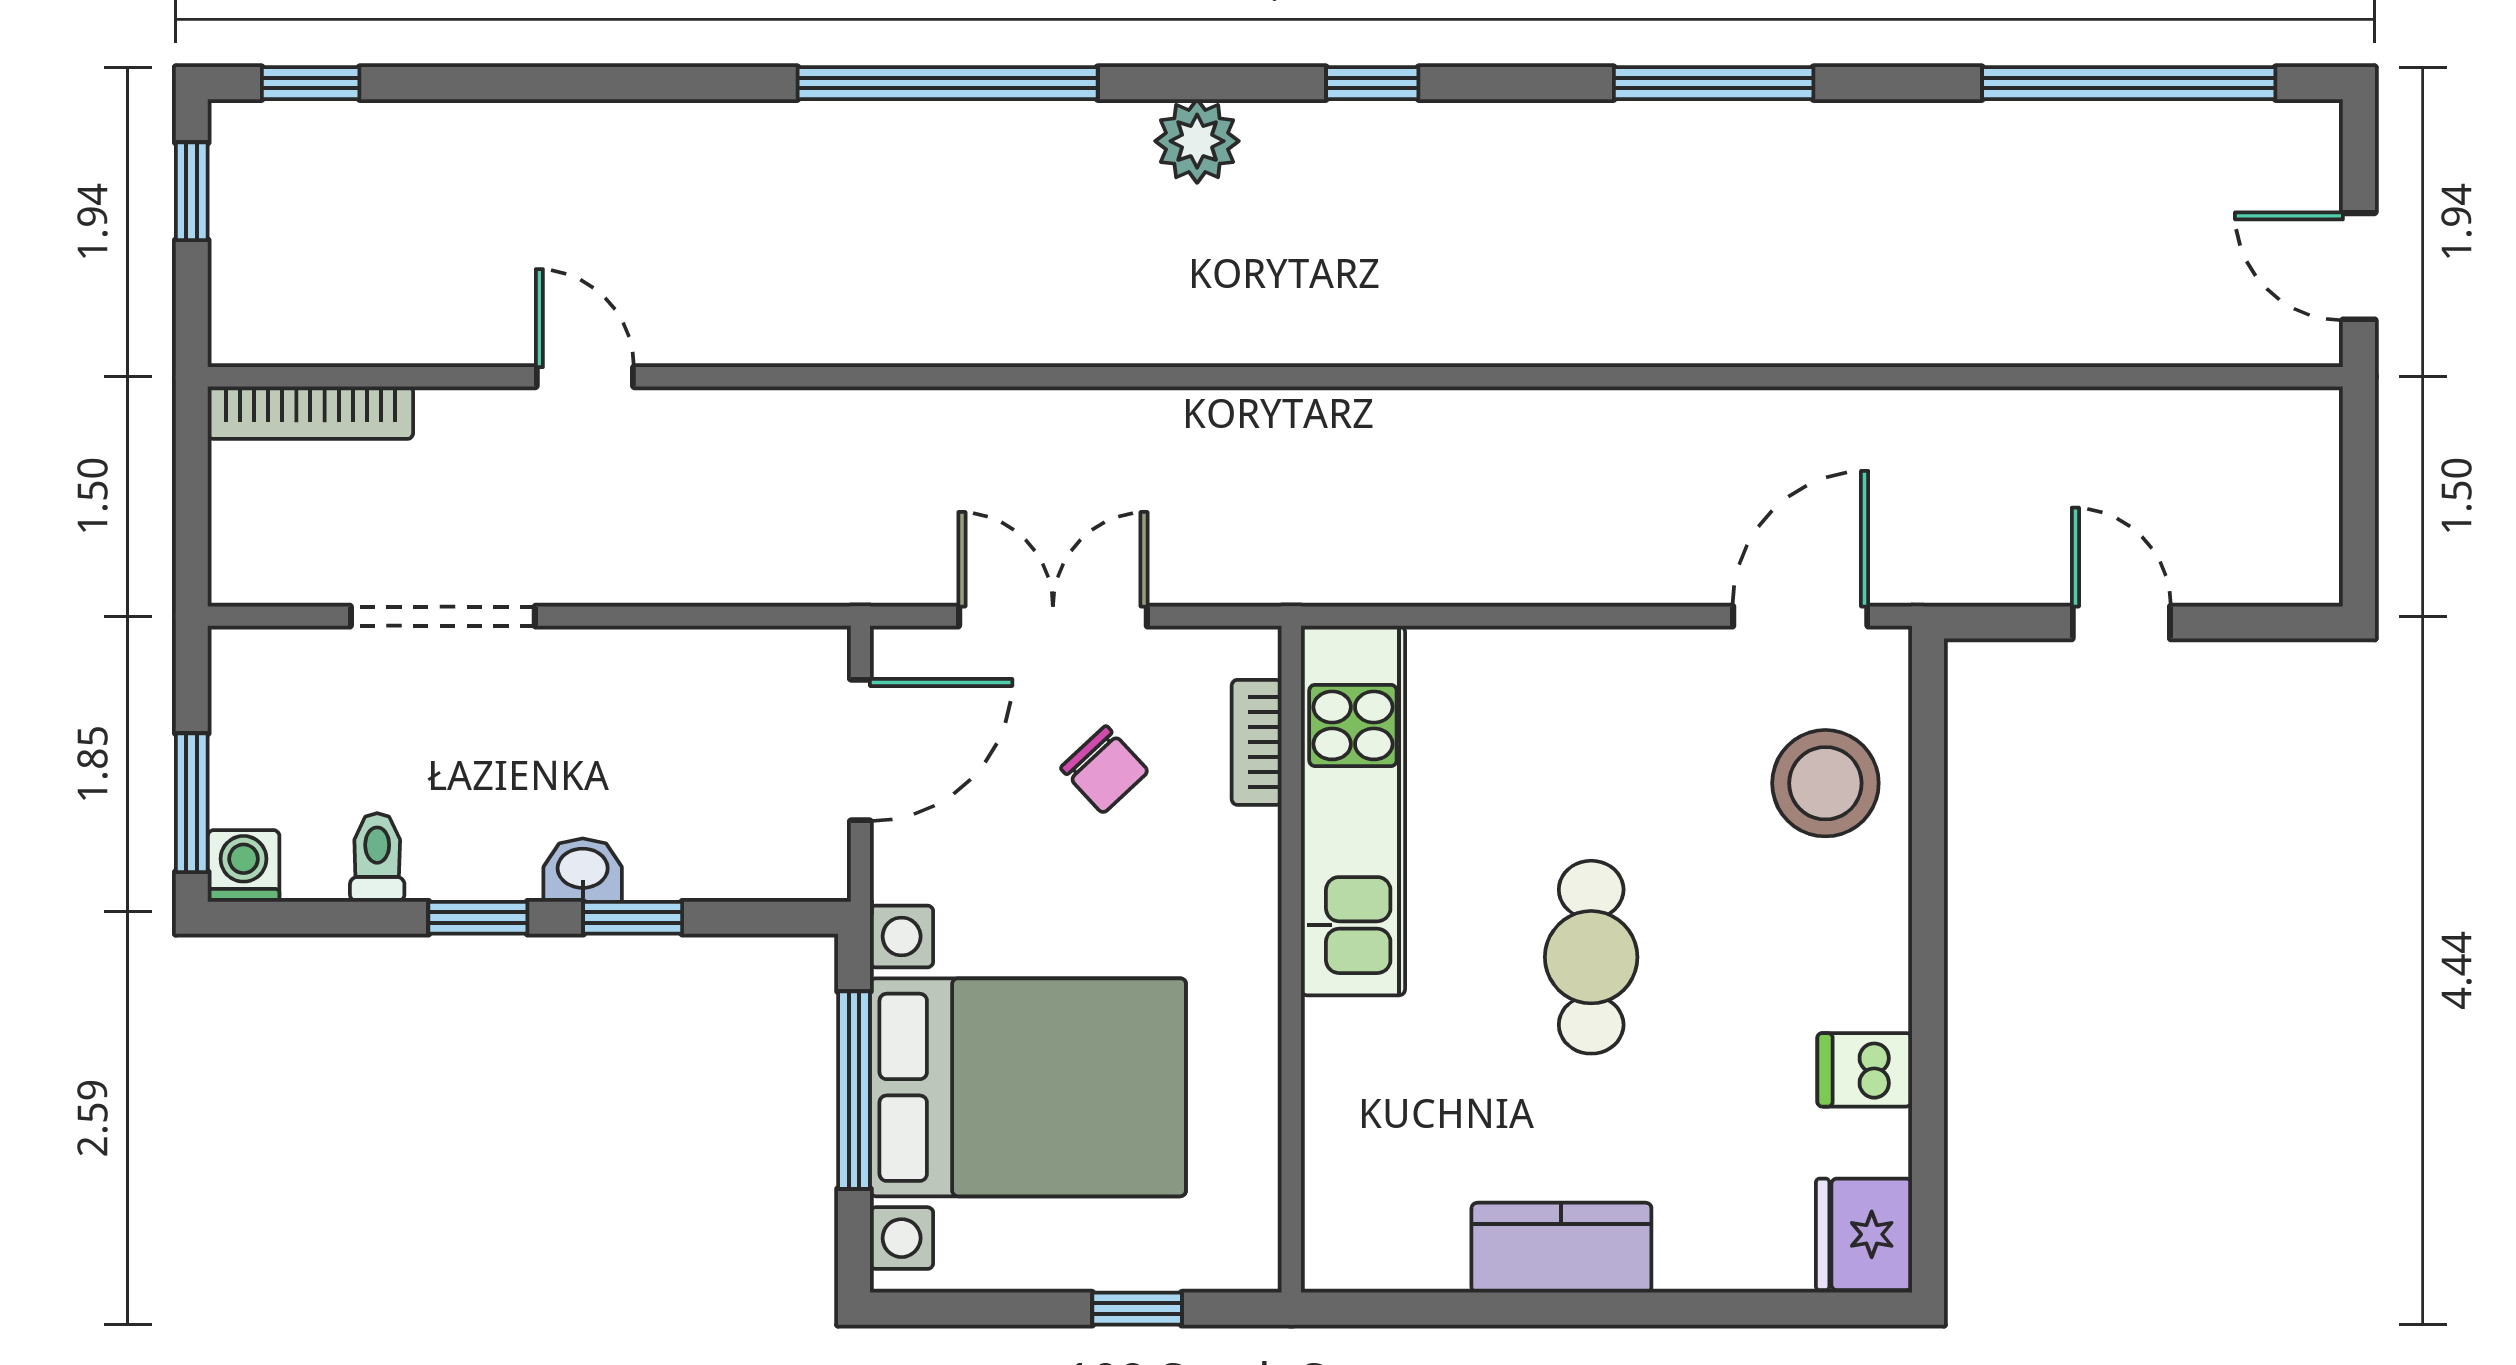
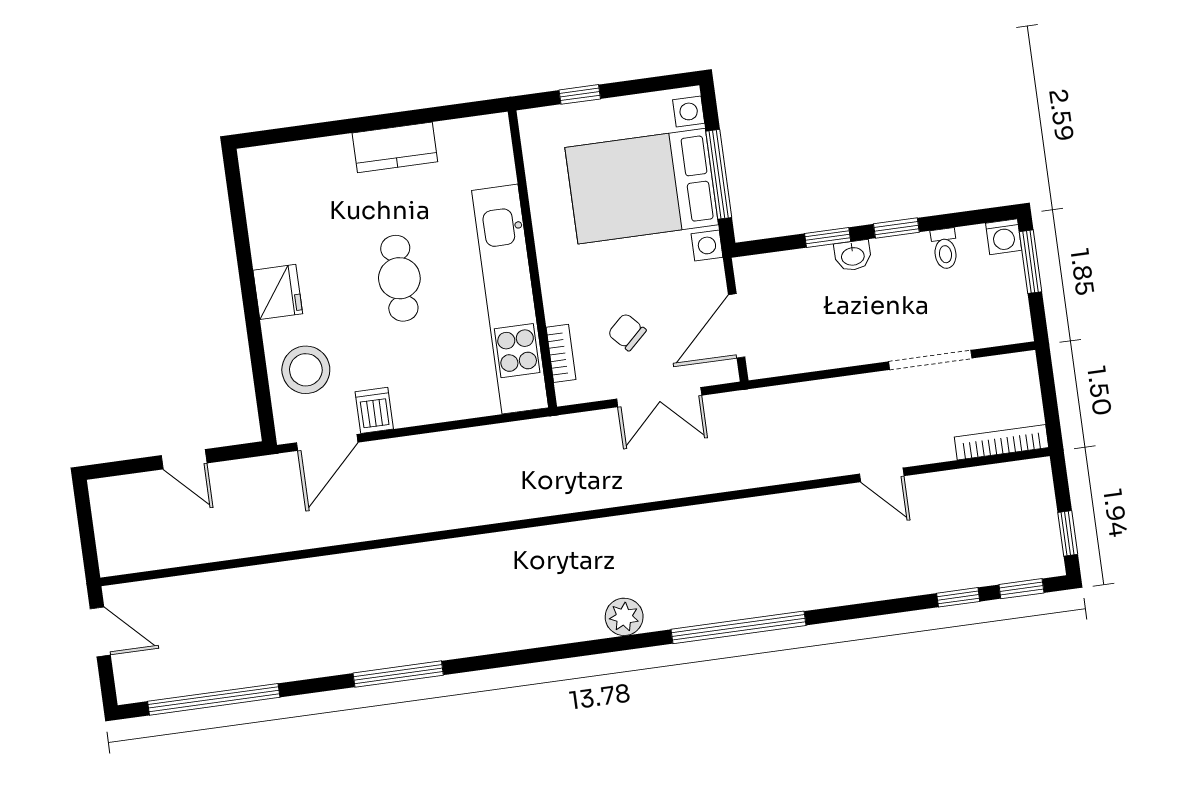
window: (1372, 83) -> (958, 597), moved
kitchen unit: (1353, 810) -> (510, 299), width x1.36
dishwasher: (1865, 1070) -> (374, 410), moved, turned -90
fridge: (1864, 1234) -> (278, 292), moved

